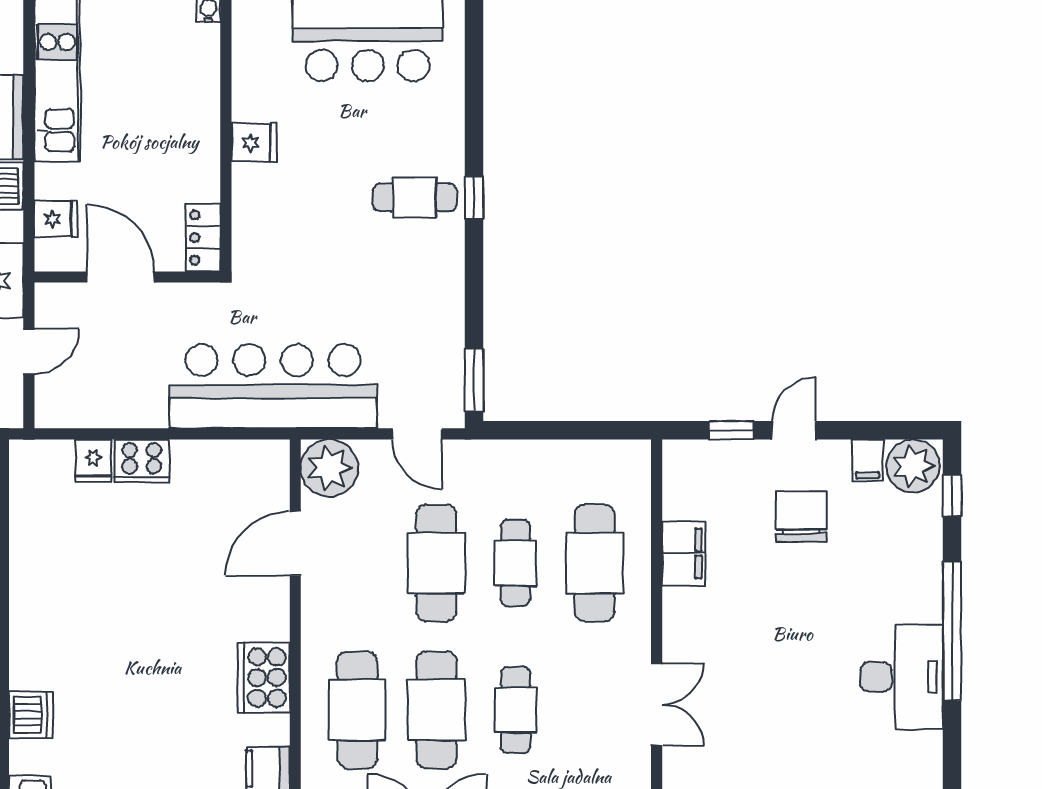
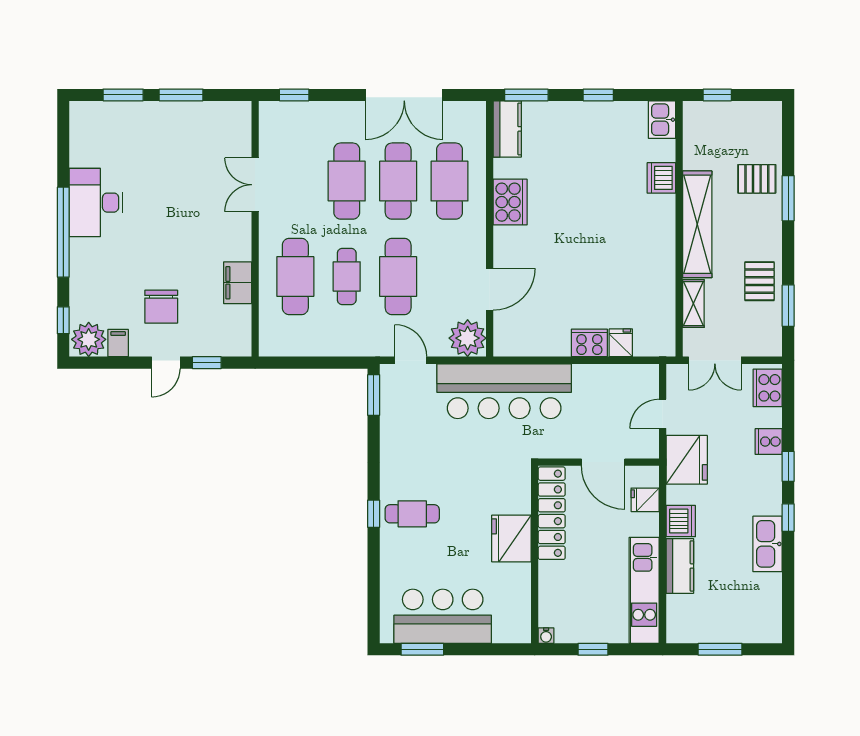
fridge: (254, 143) -> (511, 538), width x1.88, depth x1.34
locker: (203, 238) -> (552, 513), width x2.16, depth x1.21
cafe table: (515, 710) -> (347, 181), width x1.37, depth x1.35

